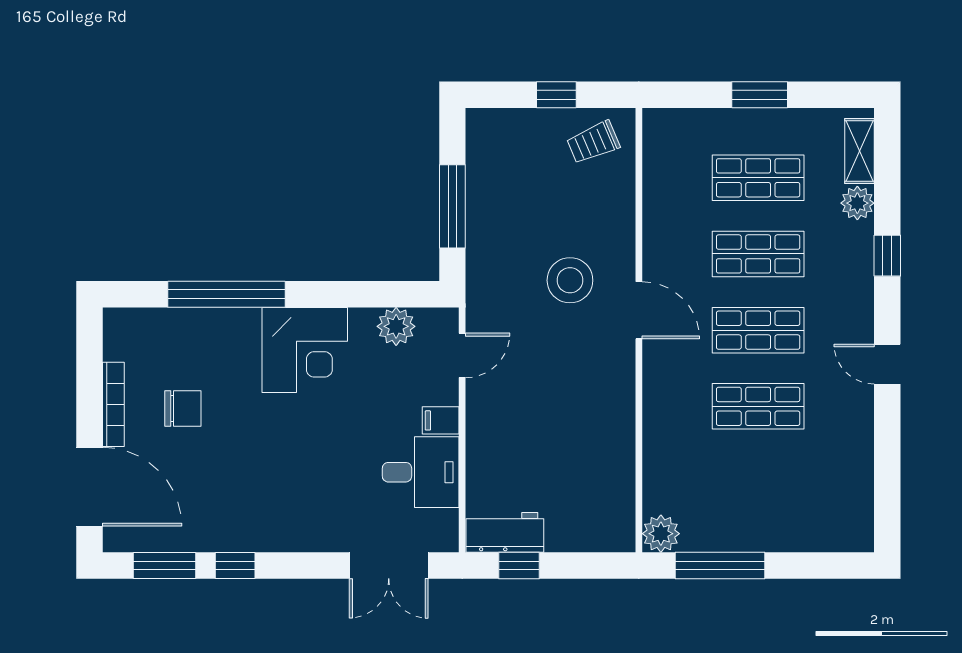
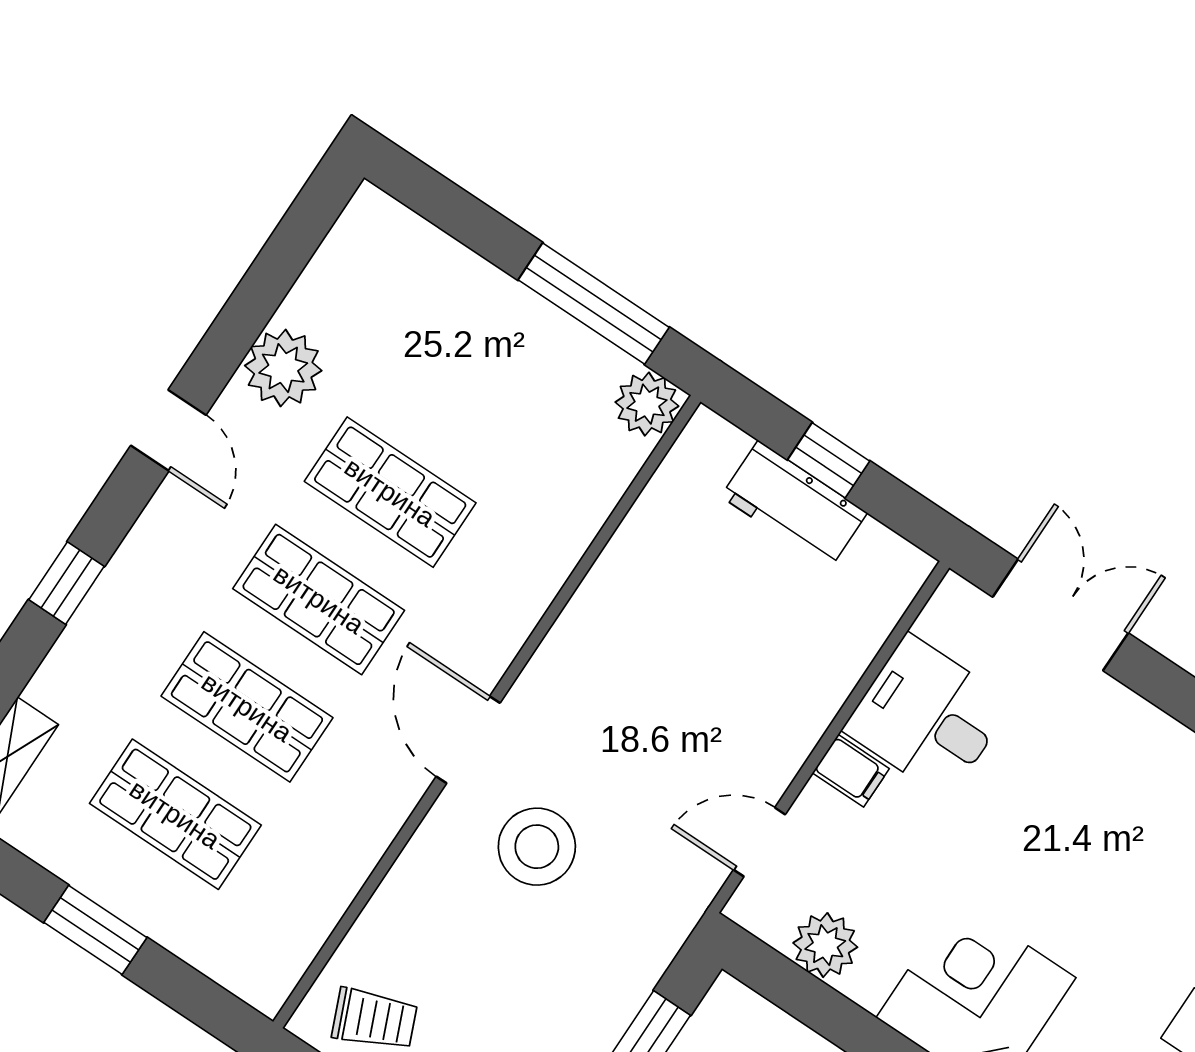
plant: (857, 203) -> (283, 368), moved, width x1.36, depth x1.36
workbench: (505, 532) -> (794, 505), moved
window: (519, 566) -> (829, 460), moved

